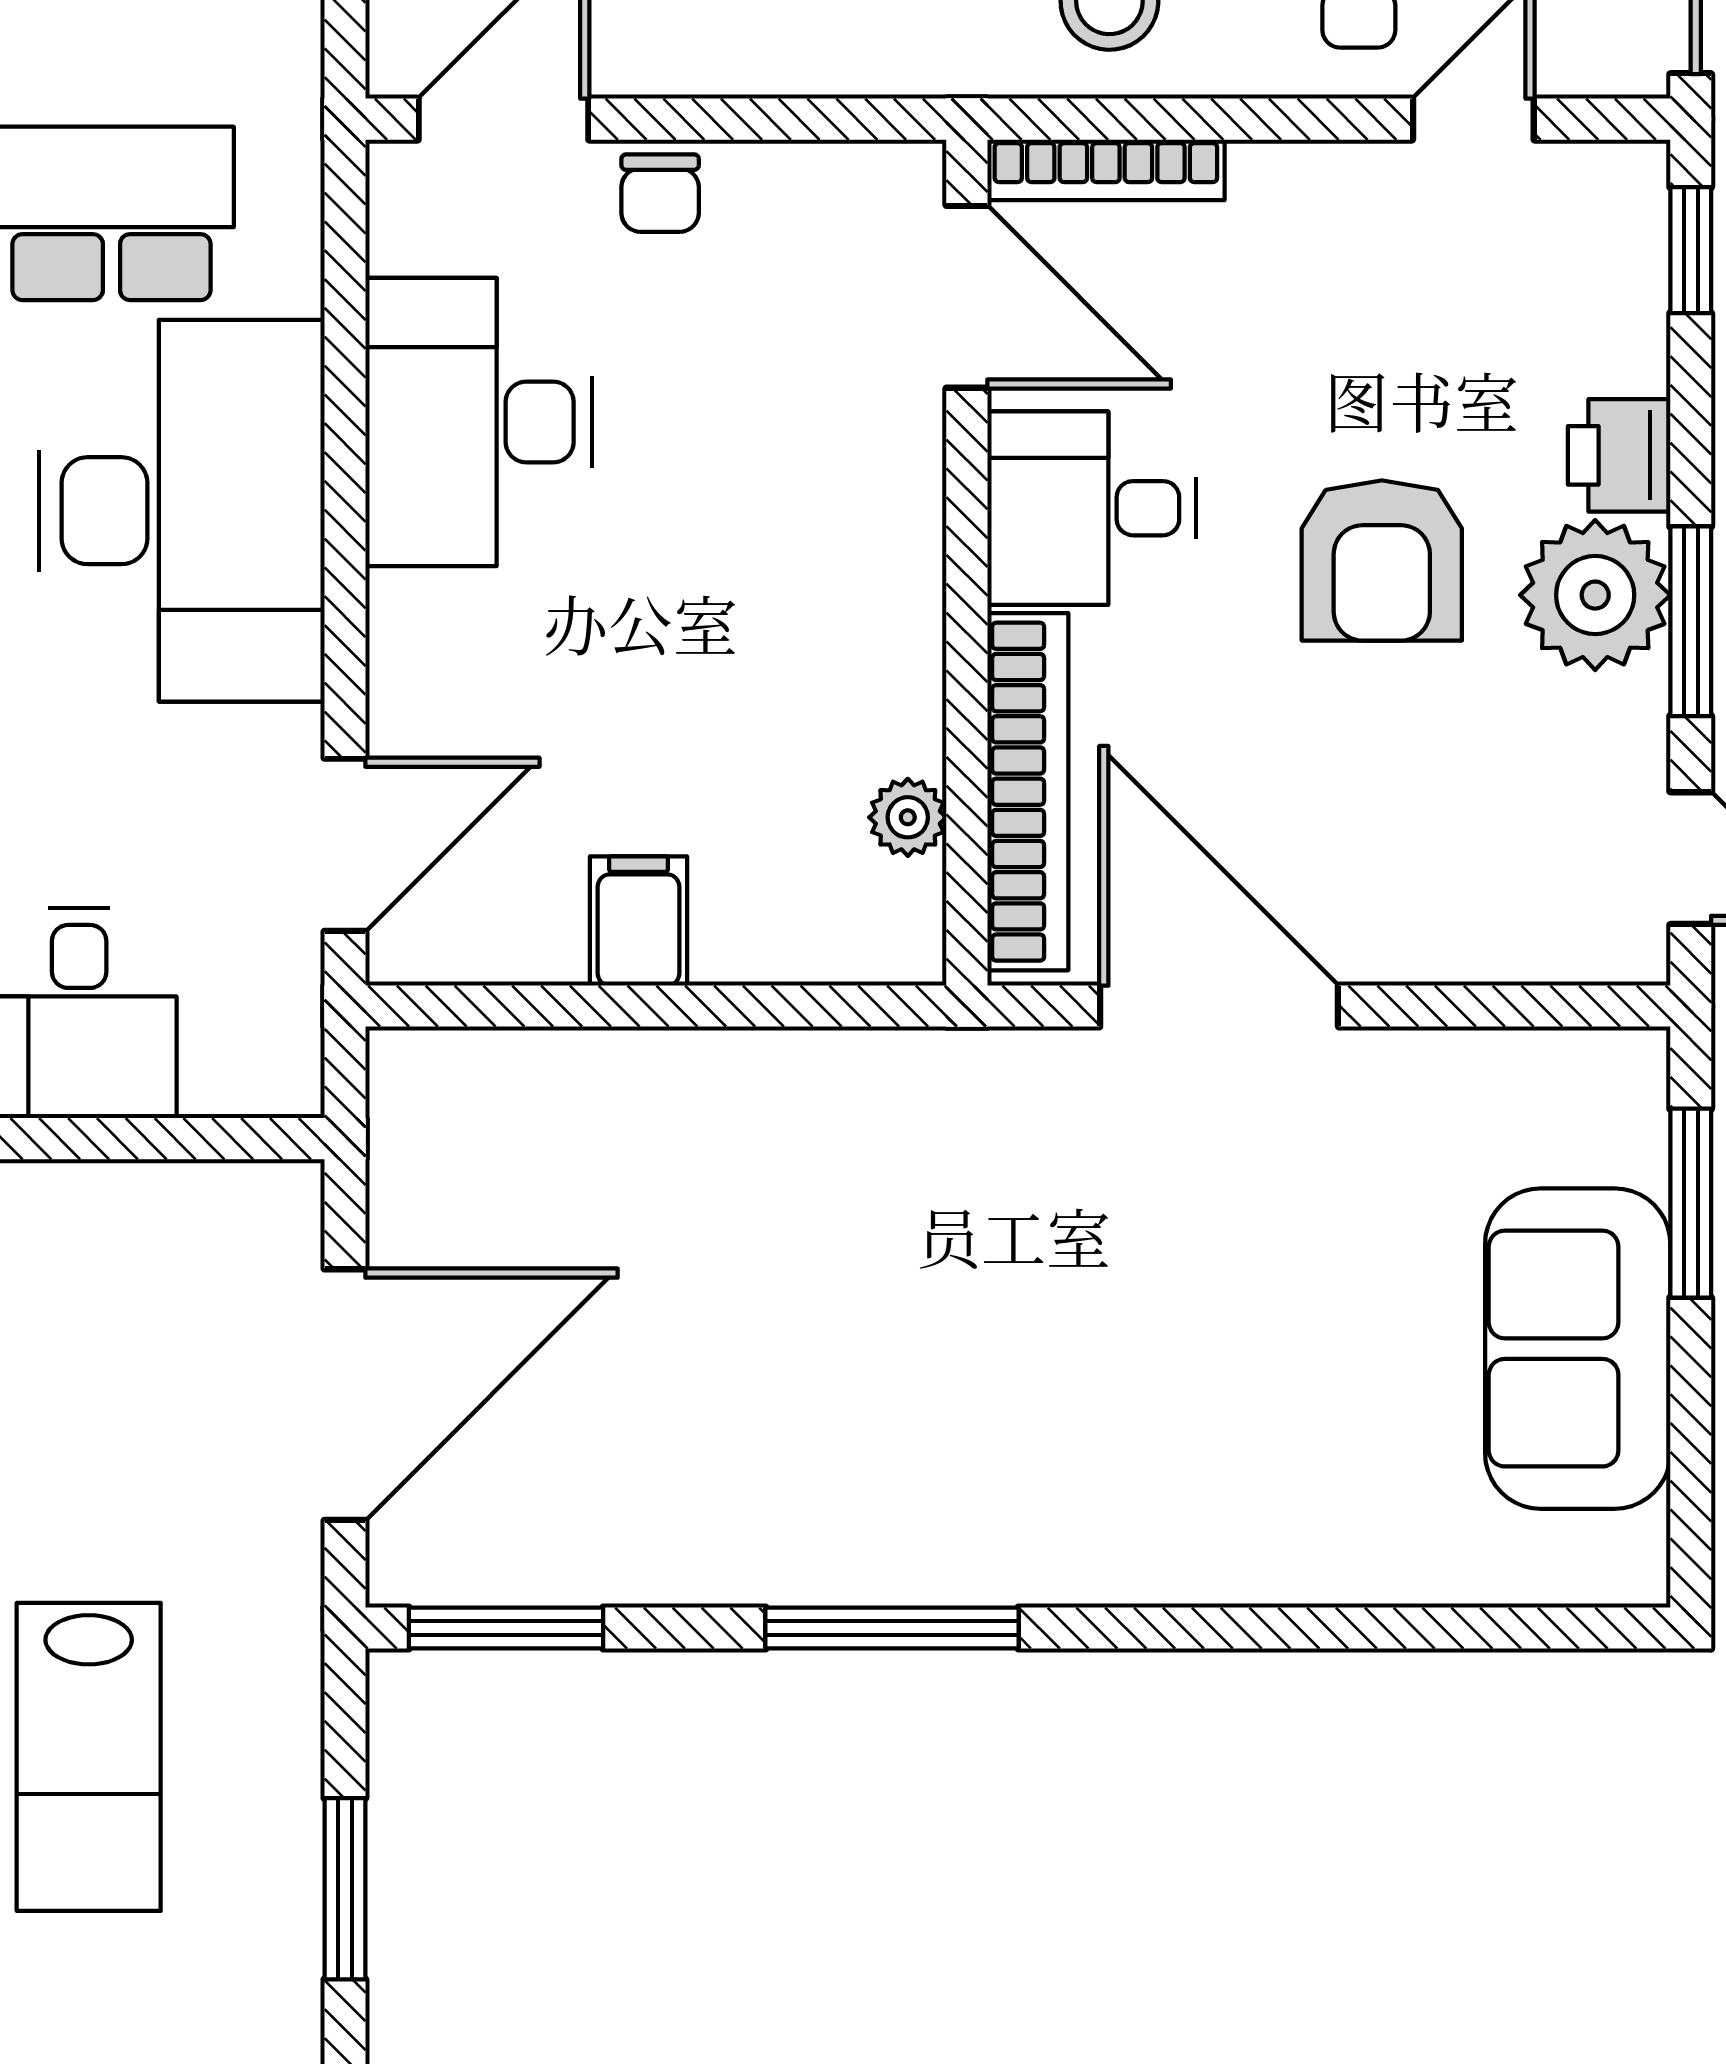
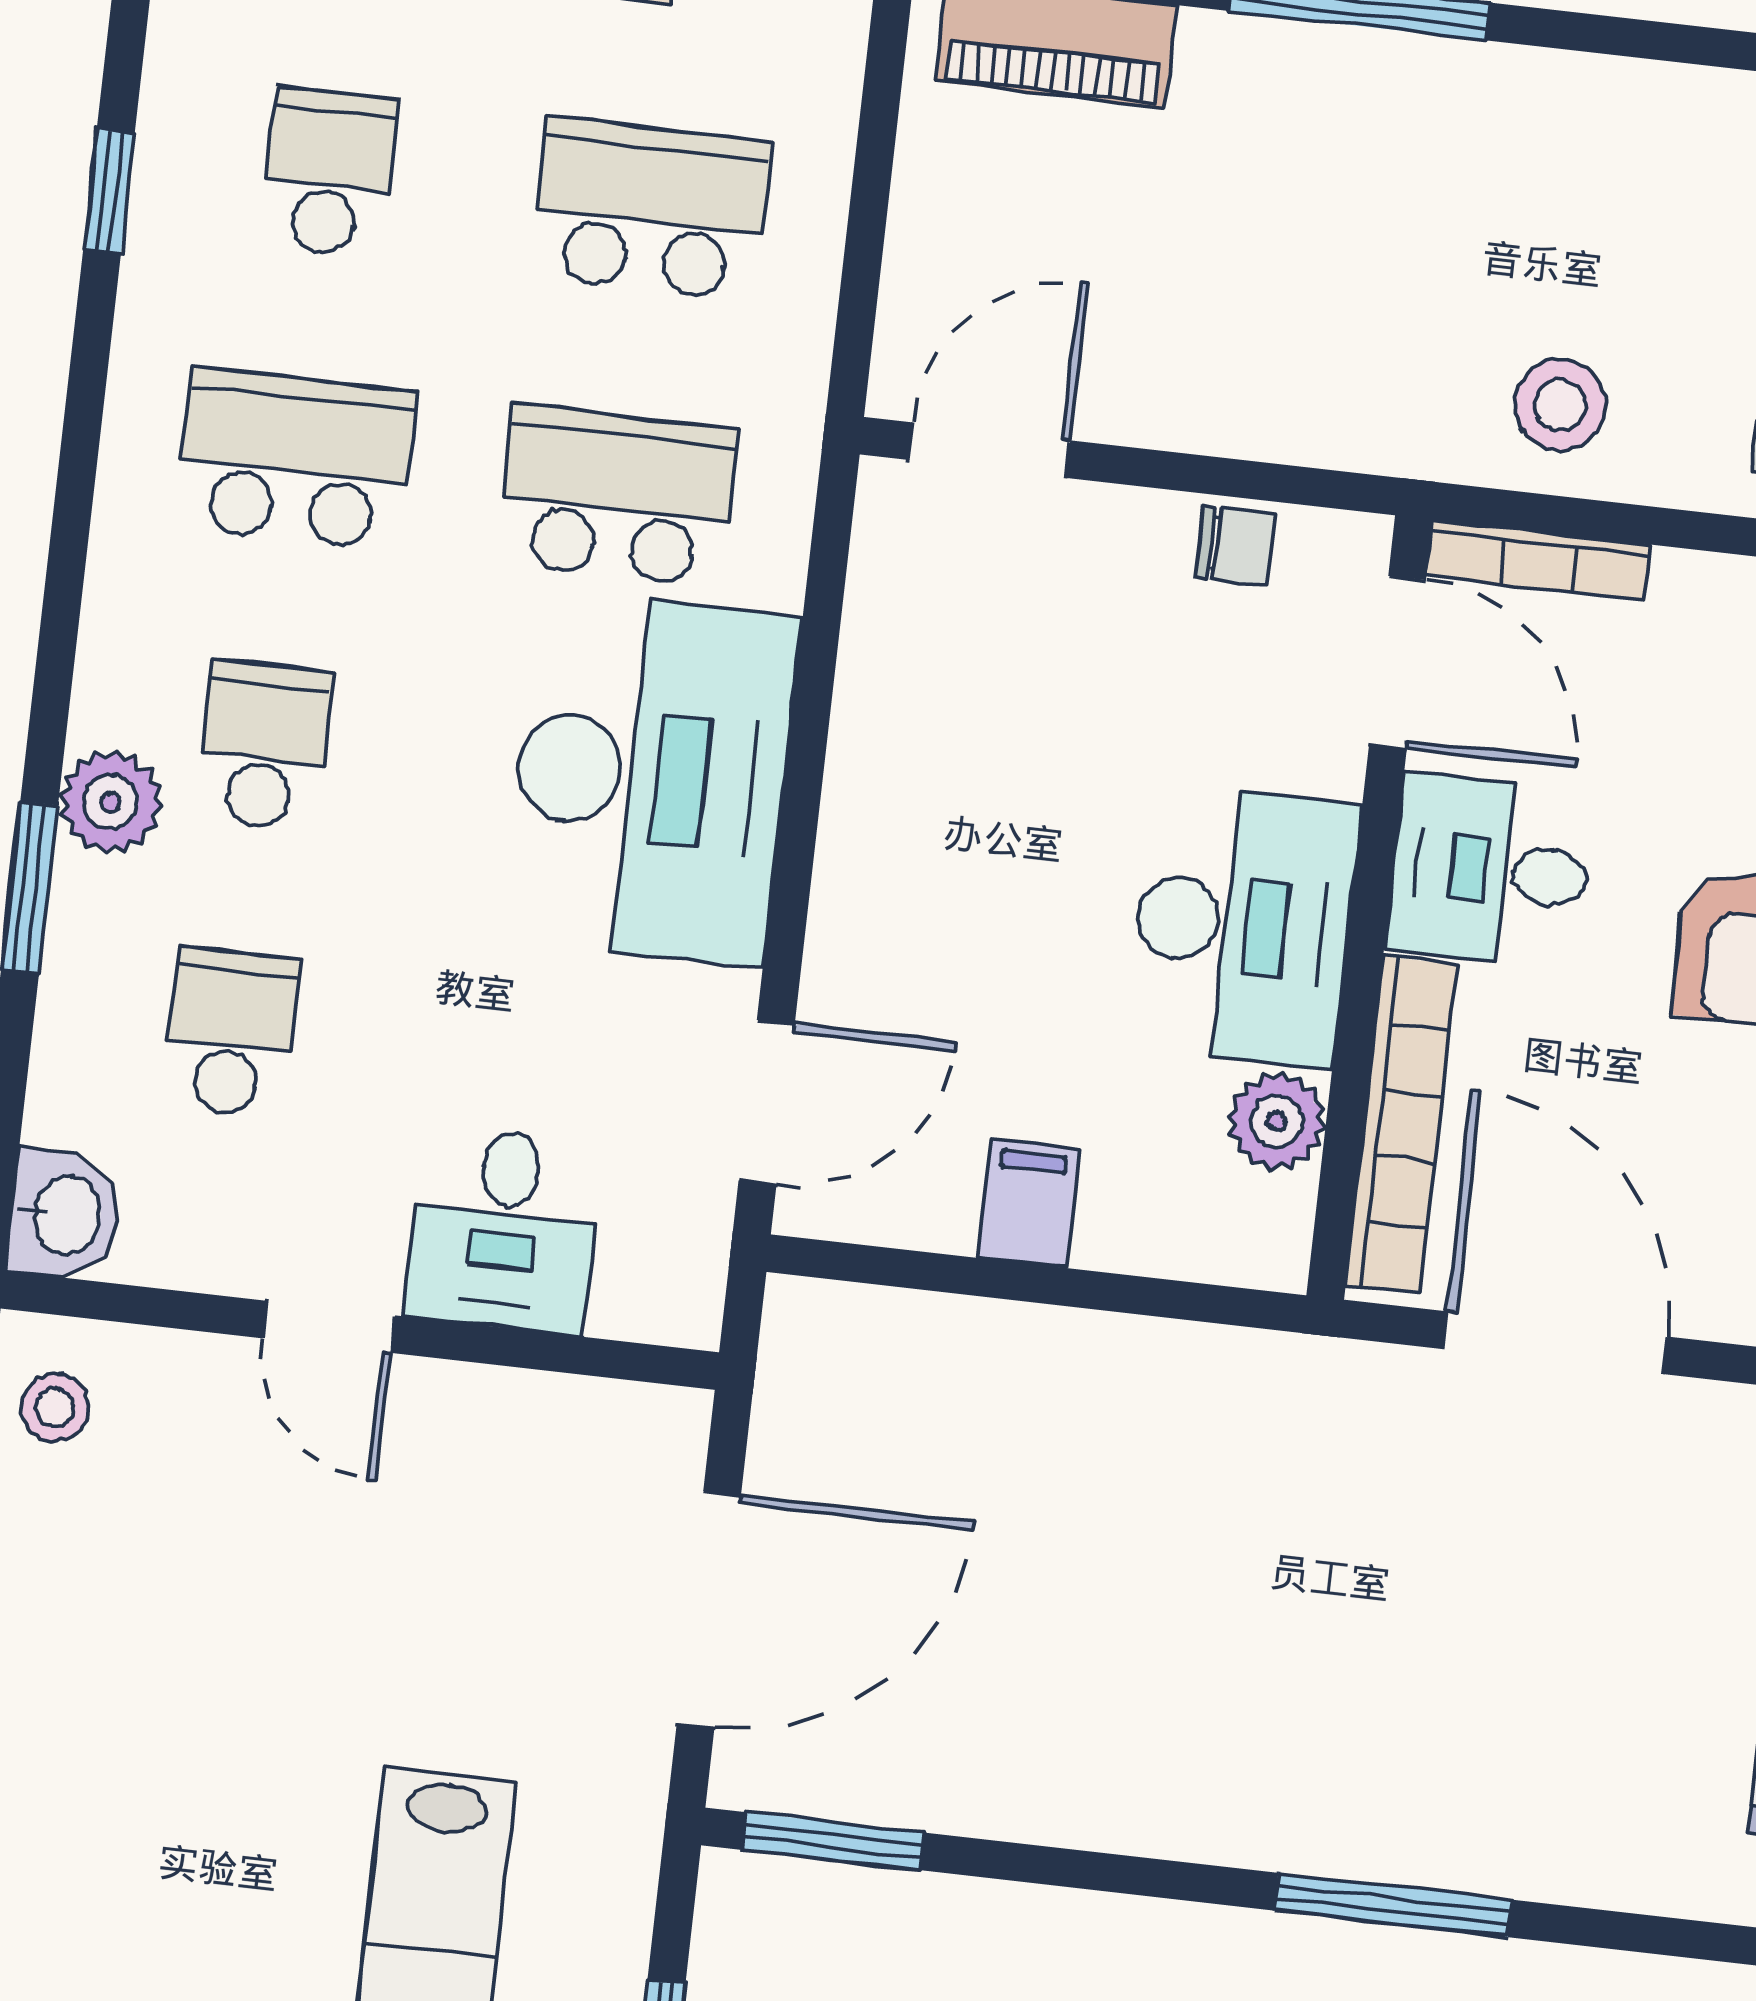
chair: (660, 193) -> (1235, 546), moved, turned -90
desk: (479, 422) -> (1243, 926), moved, turned 180
plant: (908, 817) -> (1276, 1121), width x1.38, depth x1.38
window: (892, 1628) -> (1393, 1905), moved

